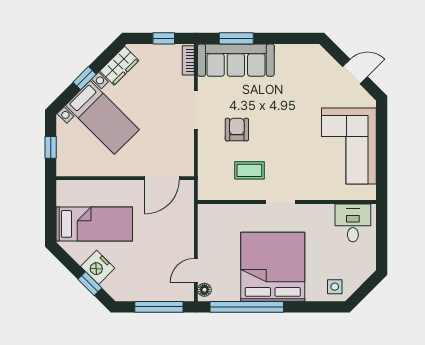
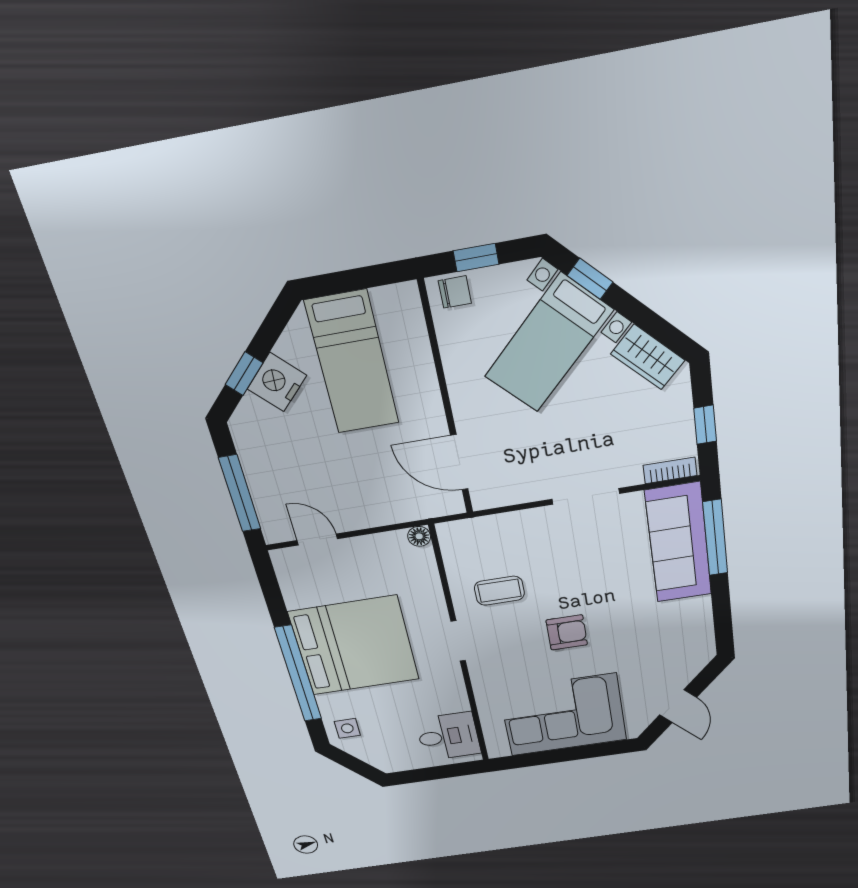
window: (236, 38) -> (715, 538), width x1.44
window: (85, 78) -> (590, 279), moved
armchair: (237, 130) -> (567, 632), moved
chair: (66, 162) -> (455, 292), added
coffee table: (249, 170) -> (499, 591), turned 90
floor lamp: (204, 290) -> (419, 536), moved
window: (247, 307) -> (298, 674), moved

